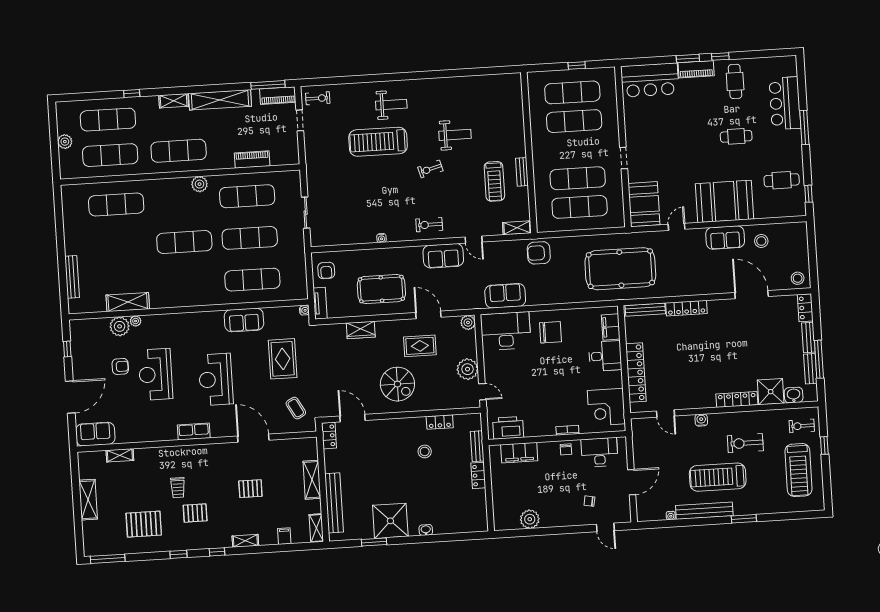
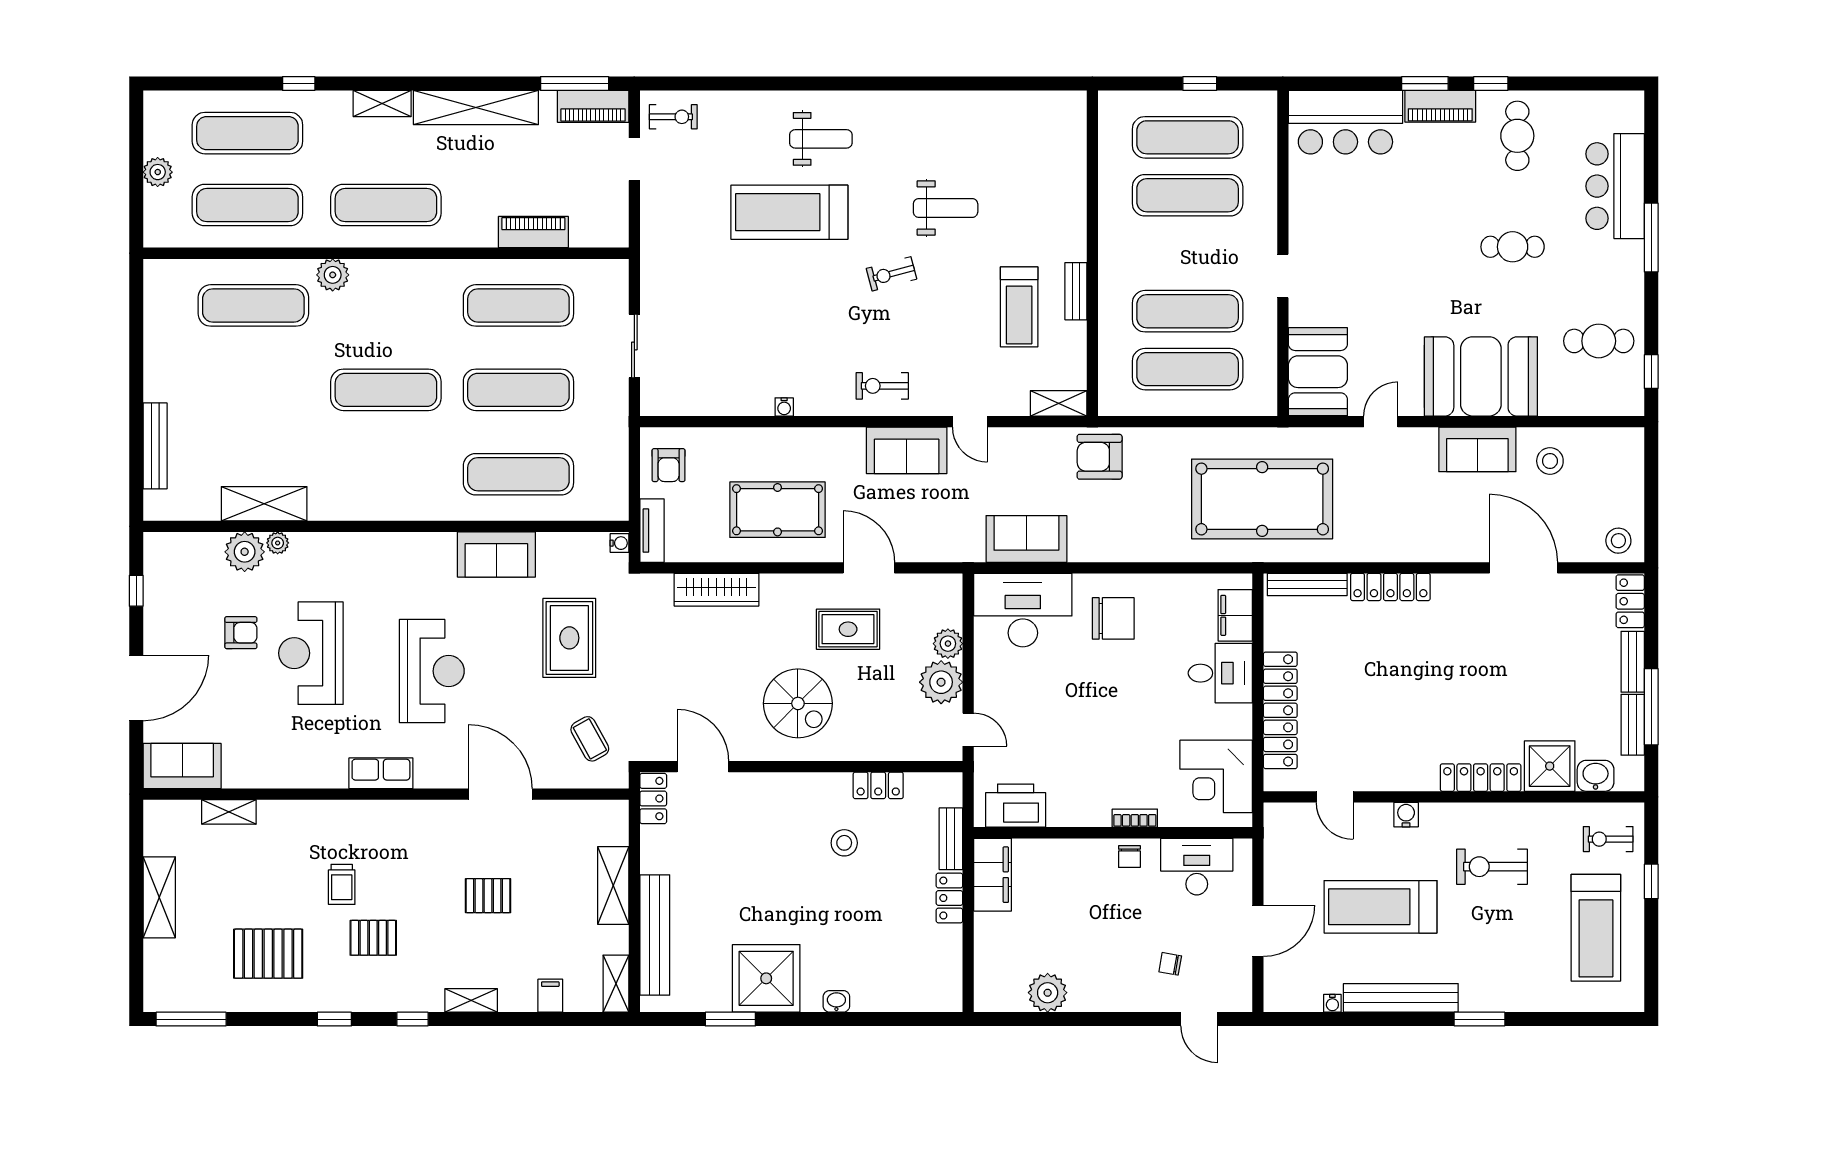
plant: (199, 184) -> (333, 275), moved
plant: (468, 322) -> (948, 644), moved
wardrobe: (361, 330) -> (717, 590), width x1.50
reception desk: (216, 379) -> (432, 671), turned 180
filing cabinet: (519, 453) -> (993, 875), moved, turned -90
treadmill: (718, 477) -> (1381, 907), moved

